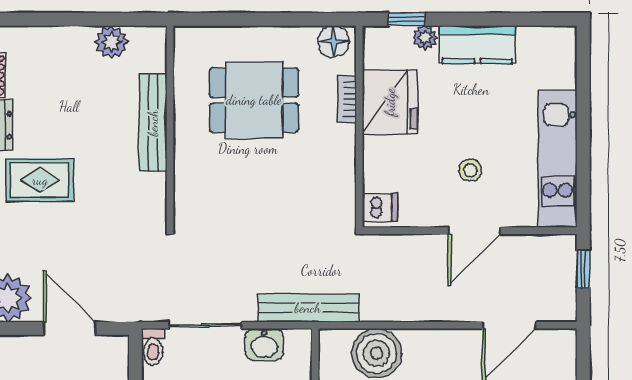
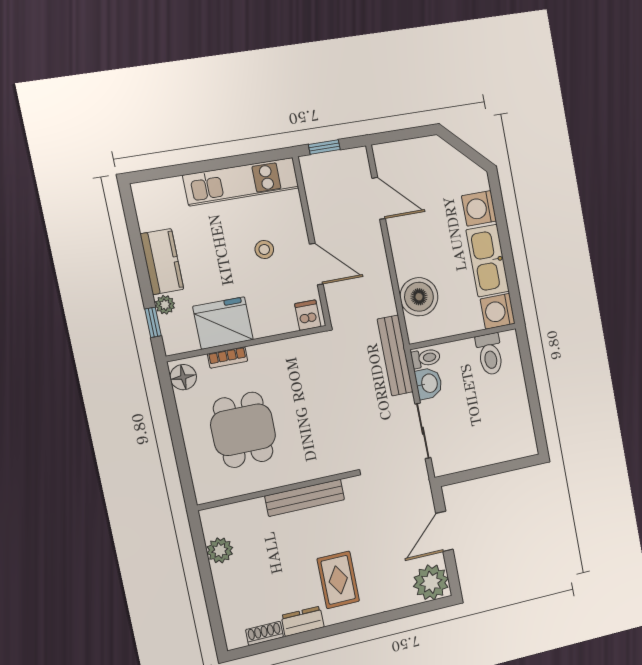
bench: (153, 123) -> (305, 498), moved
door: (474, 231) -> (316, 264), moved
toilet: (153, 347) -> (426, 358), moved

